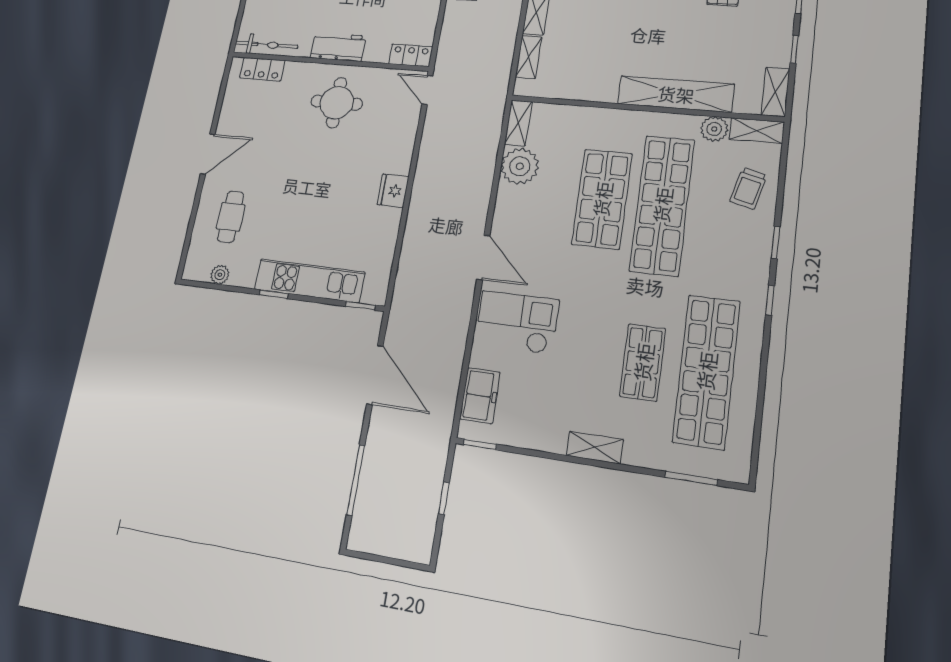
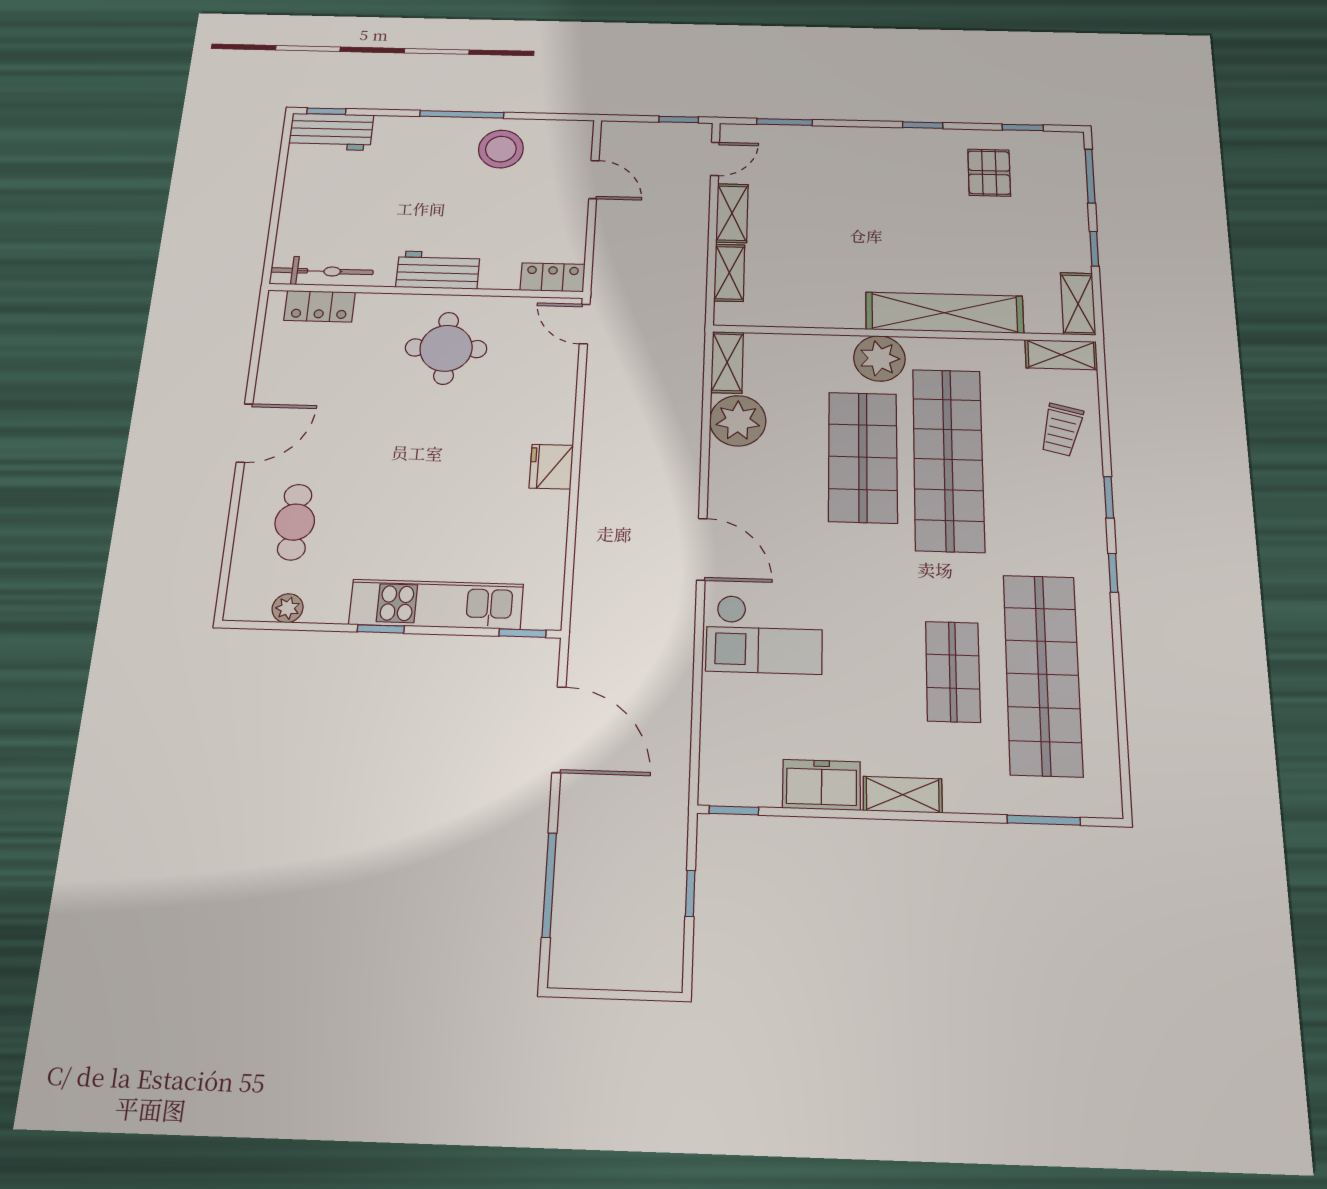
plant: (714, 129) -> (879, 358), moved, width x1.36, depth x1.36
checkout: (517, 322) -> (764, 634), turned 180
freezer: (480, 396) -> (822, 785), moved, turned -90

